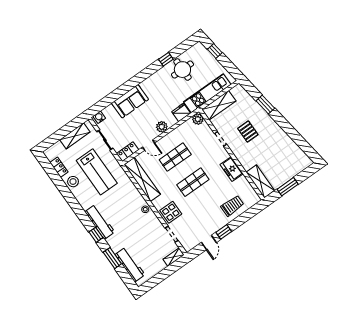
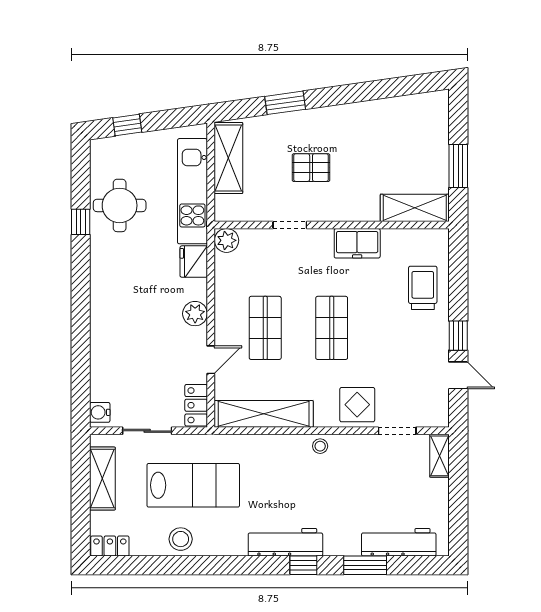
sofa: (130, 101) -> (110, 338), removed
shelving: (219, 105) -> (228, 158), moved
locker: (59, 167) -> (110, 546), moved

